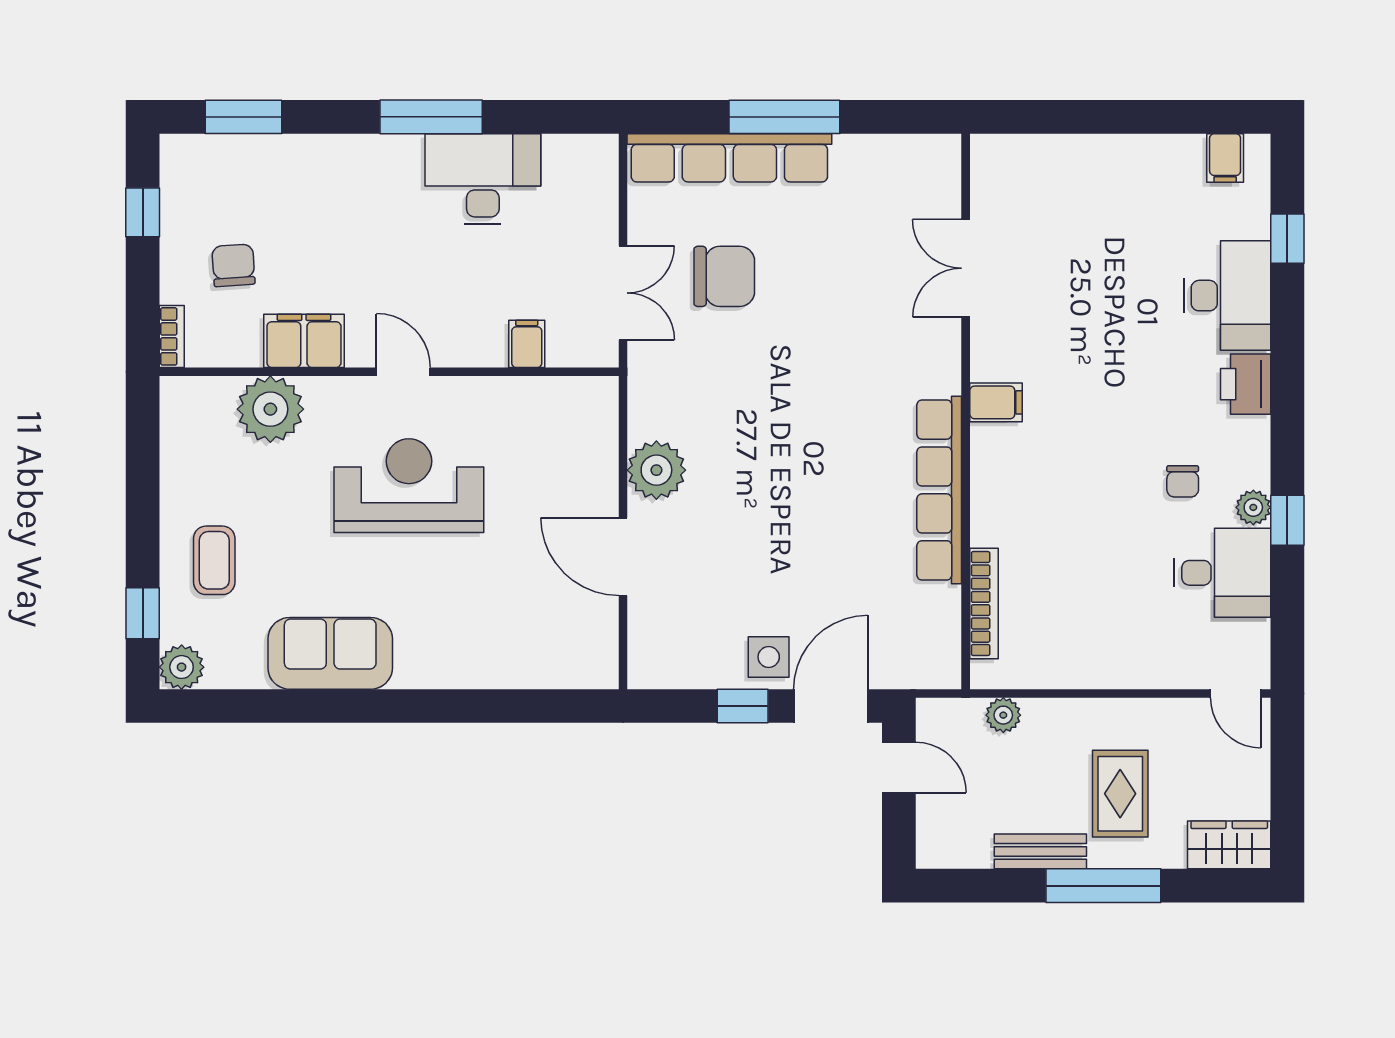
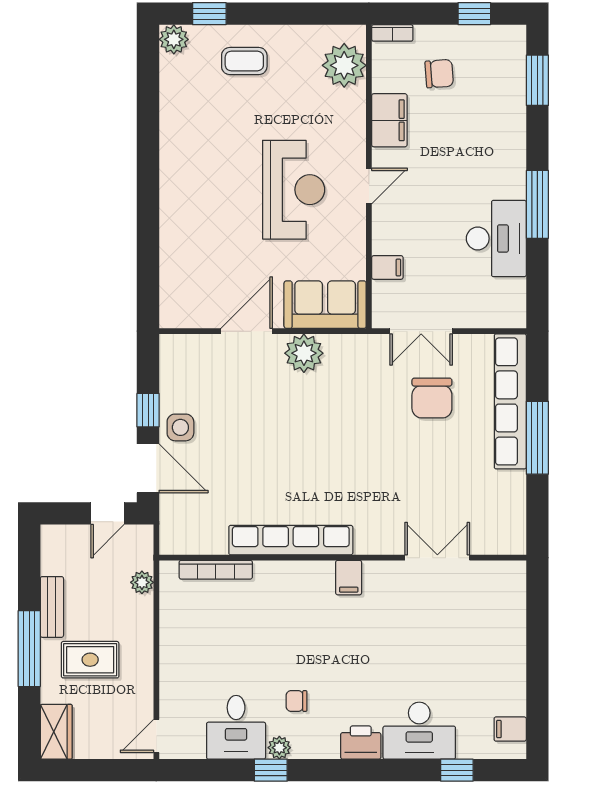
plant: (270, 409) -> (344, 65), moved
sofa: (330, 653) -> (325, 305), moved, turned -90

